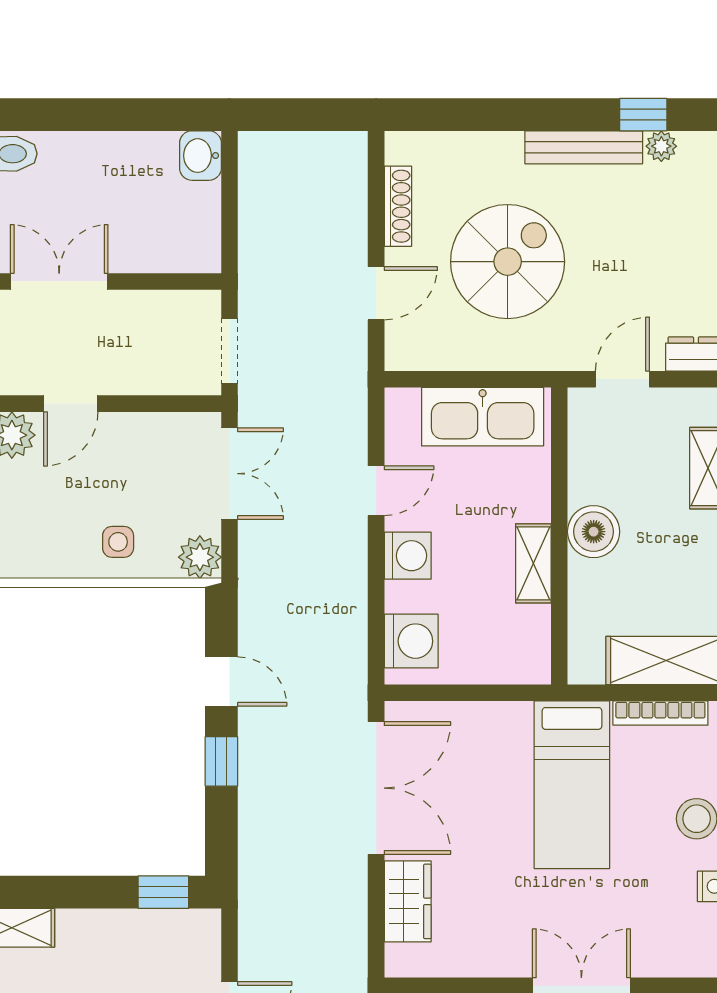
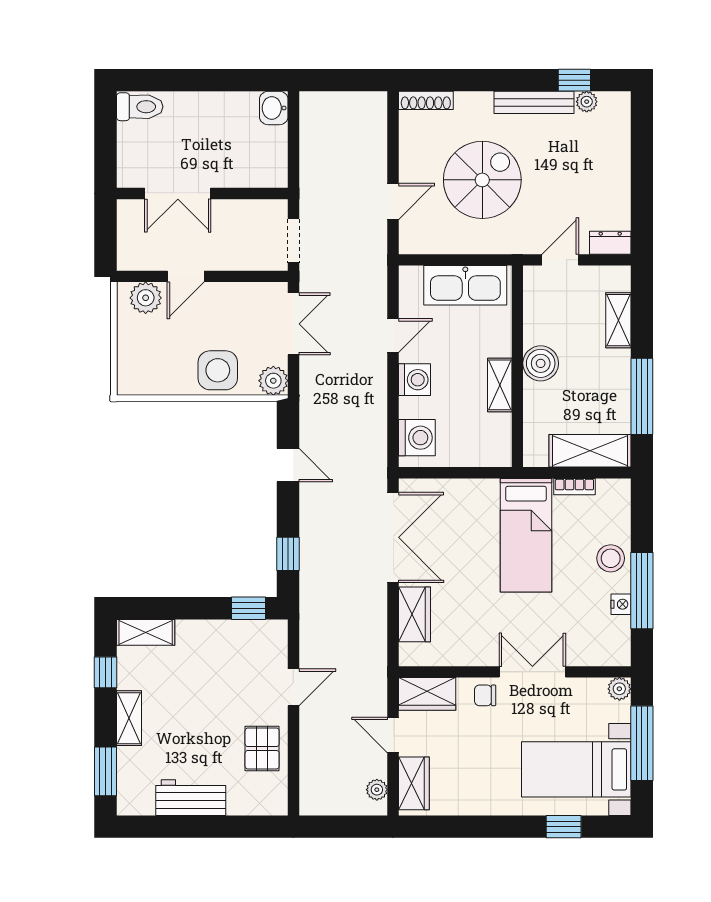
shoe rack: (398, 206) -> (426, 100), moved, turned 90
double door: (59, 281) -> (178, 193), swing flipped
side table: (118, 542) -> (218, 370), width x1.87, depth x1.87
bookcase: (660, 713) -> (574, 487), width x0.64
window: (221, 761) -> (288, 554), moved

